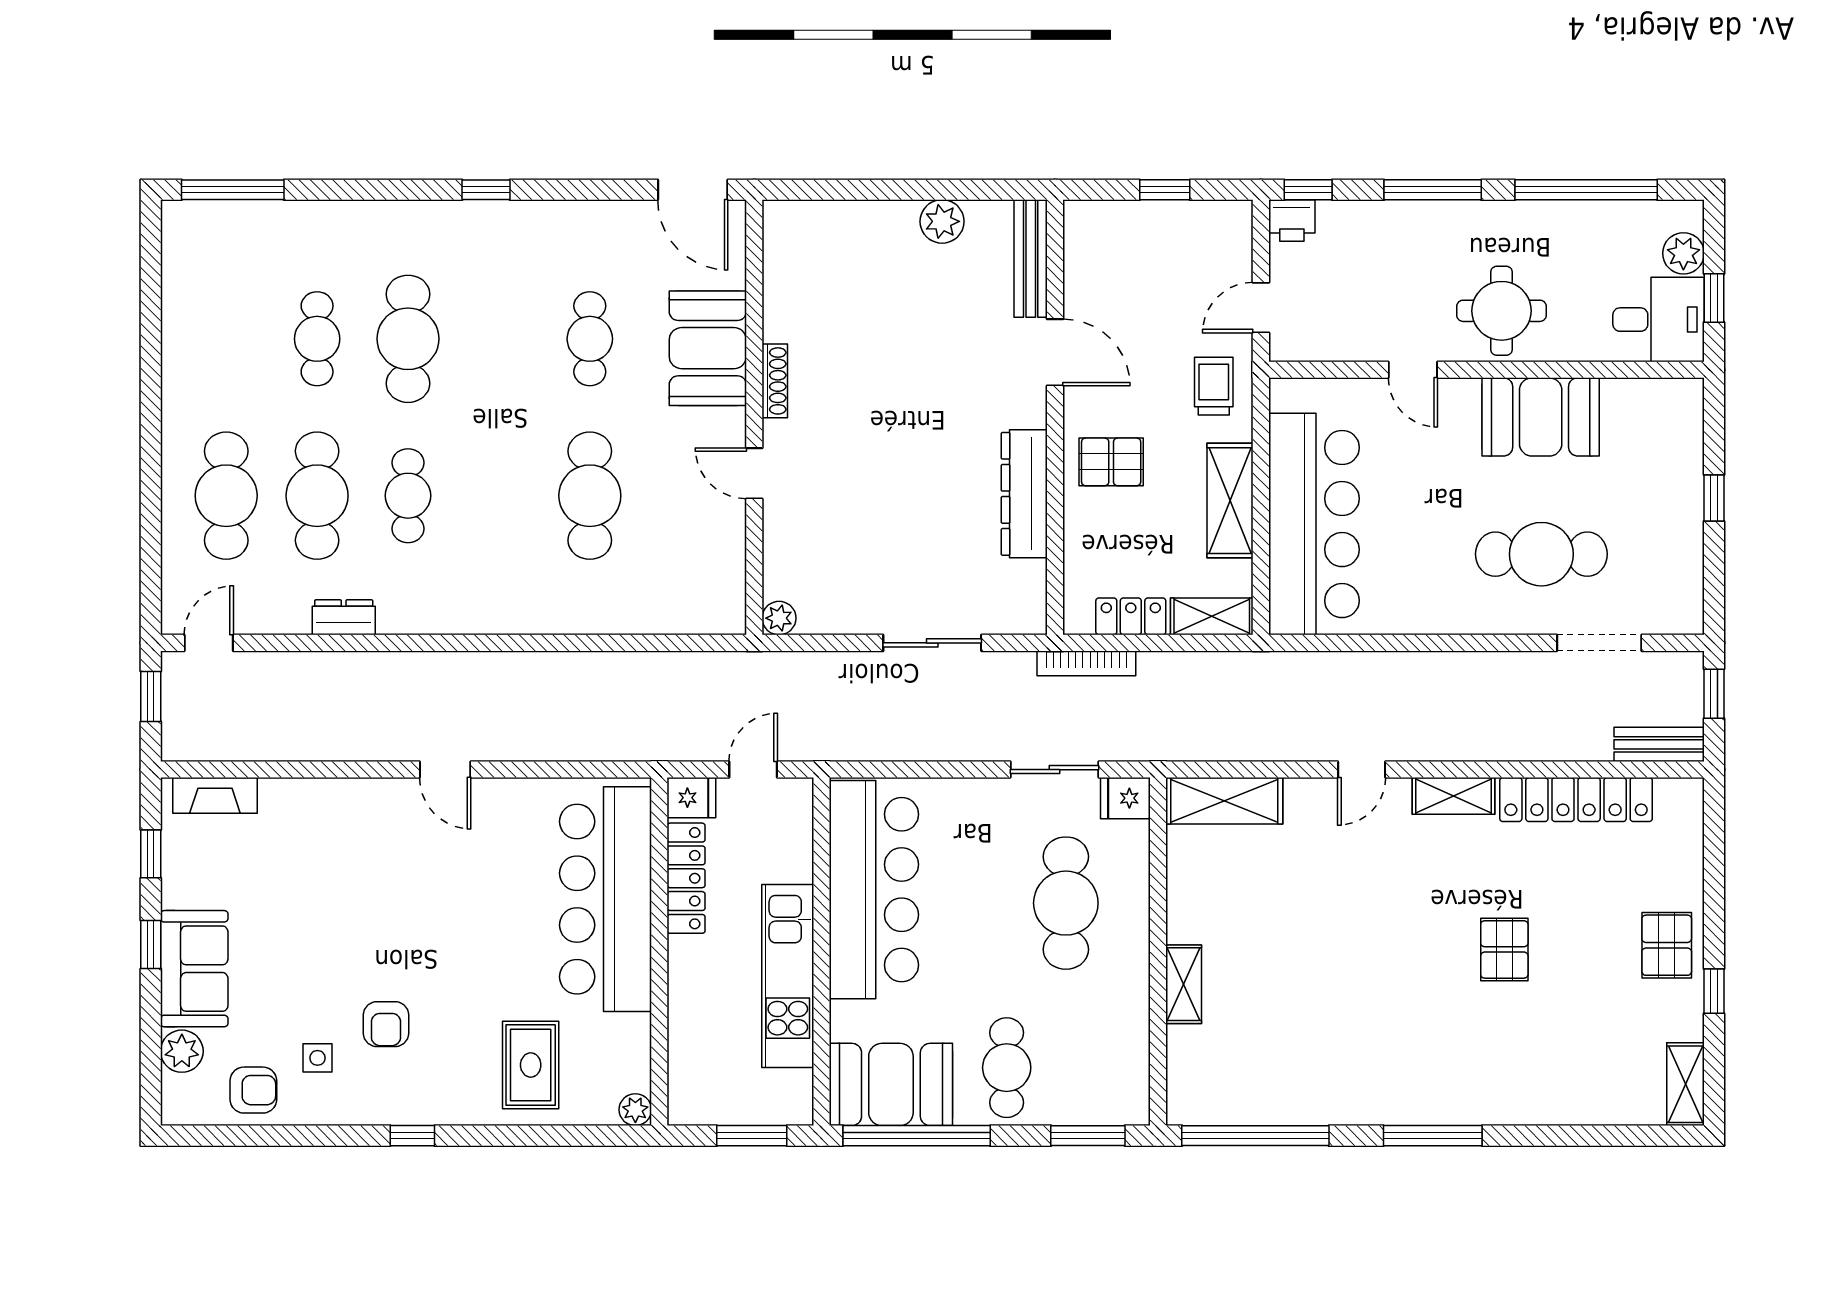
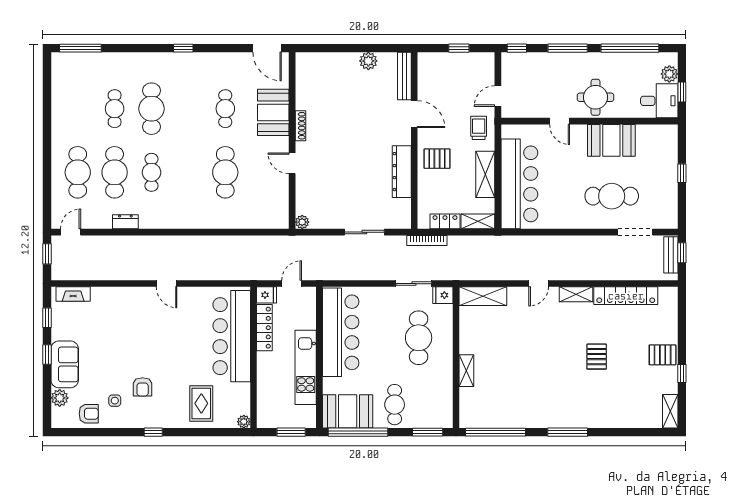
printer: (1292, 220) -> (510, 61), removed
bench: (1659, 744) -> (671, 255), moved, turned 90
pallet: (1667, 945) -> (663, 355), turned 90

